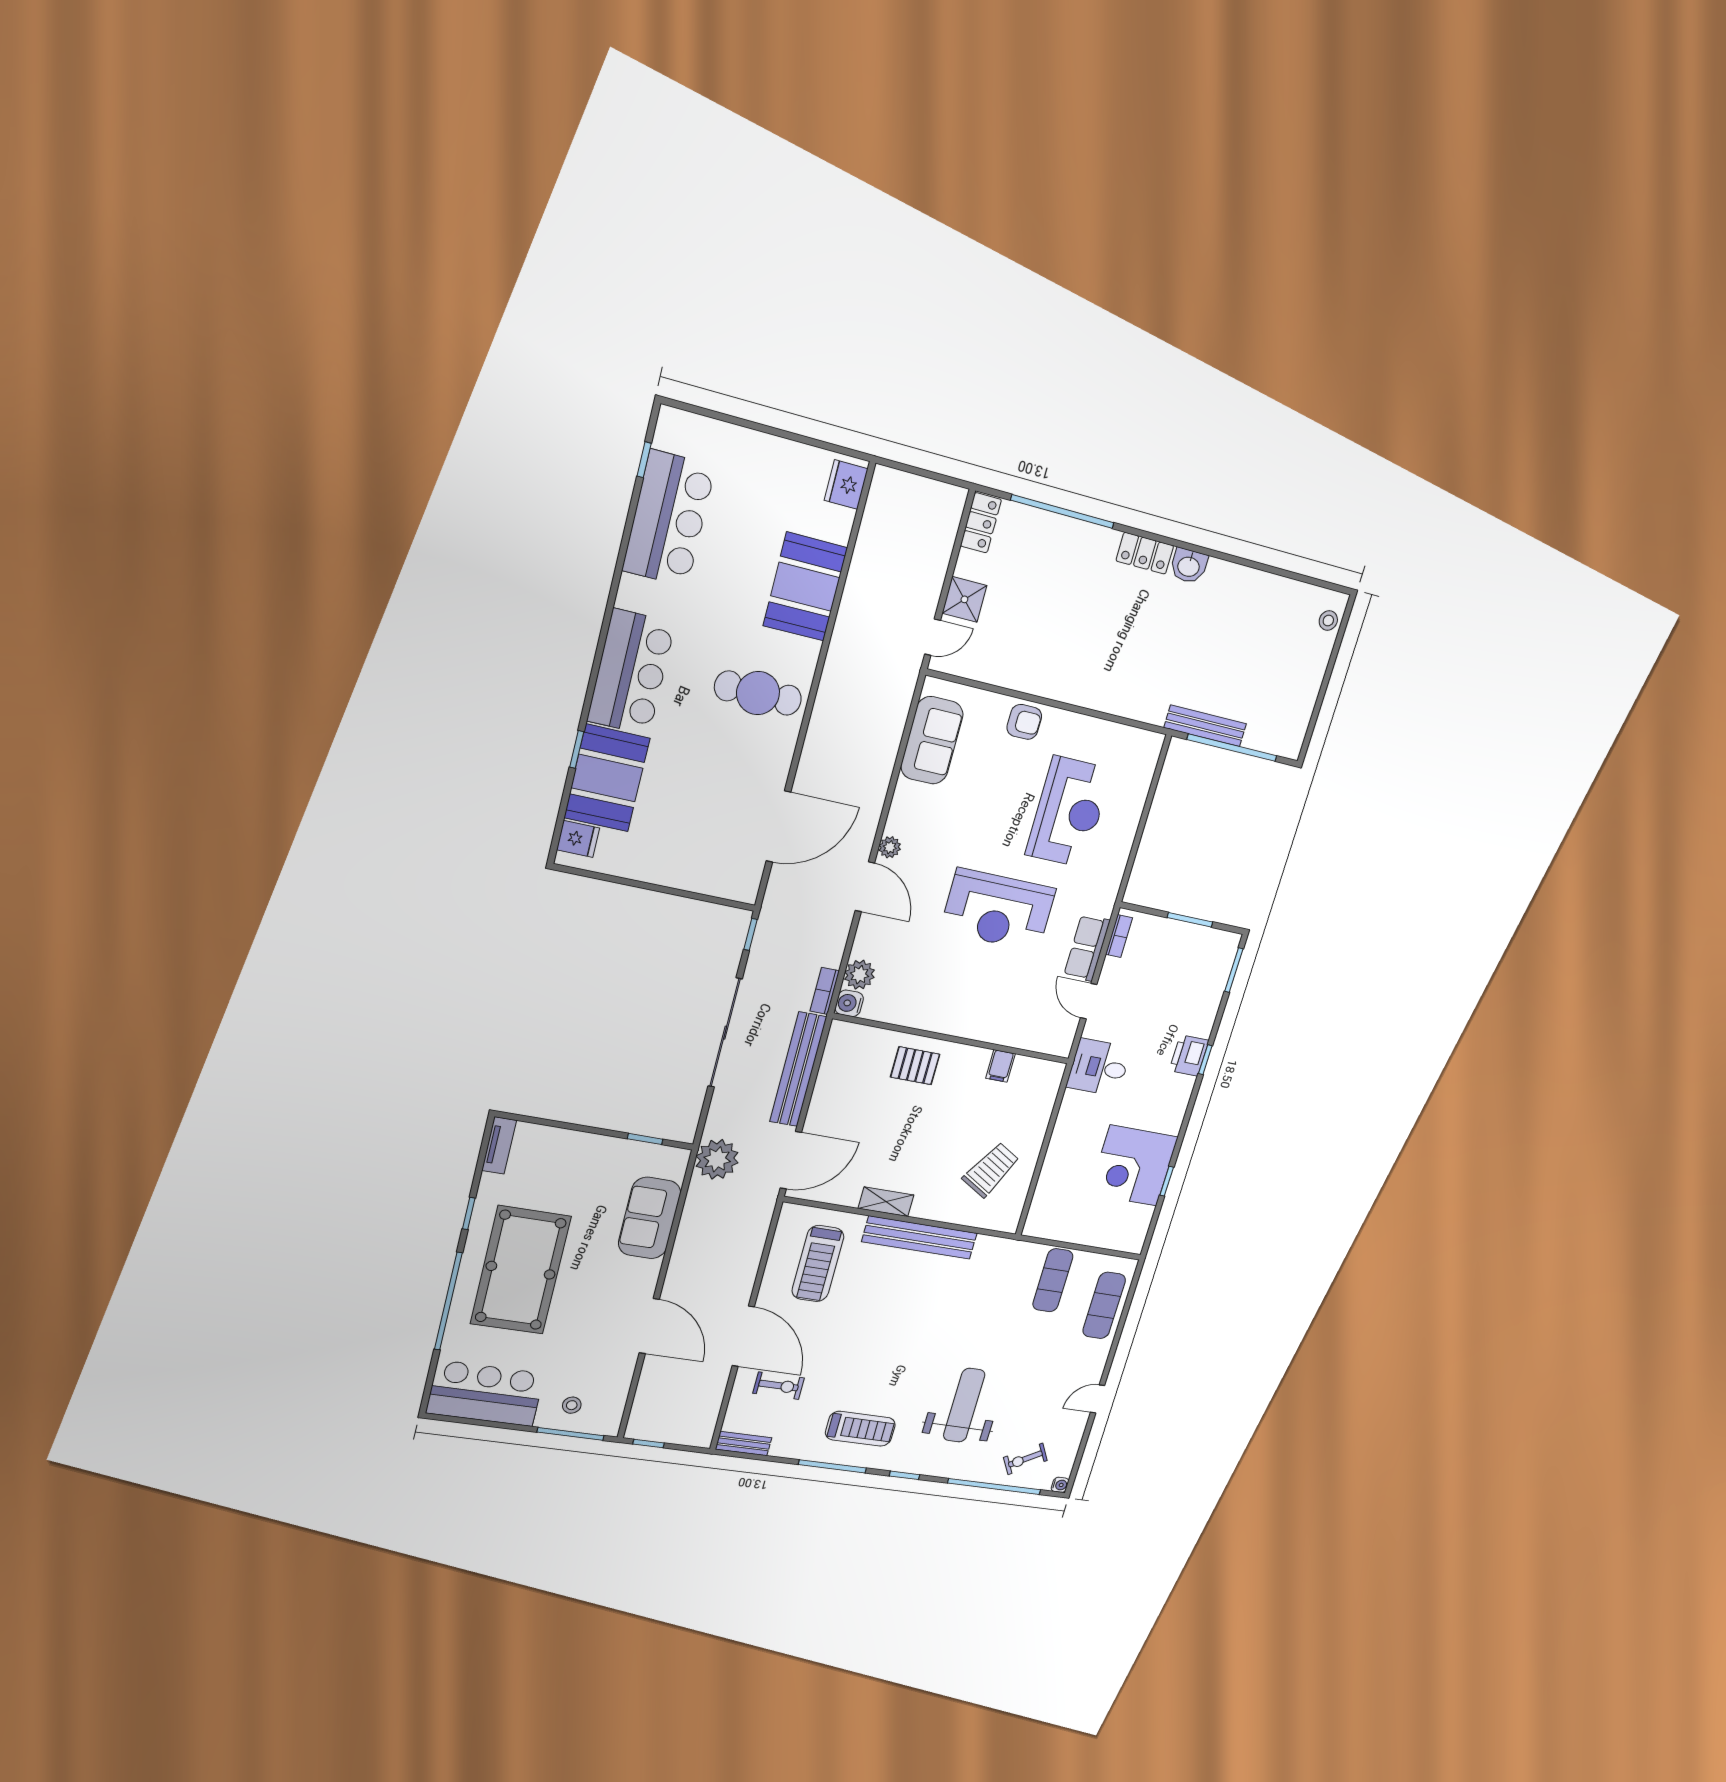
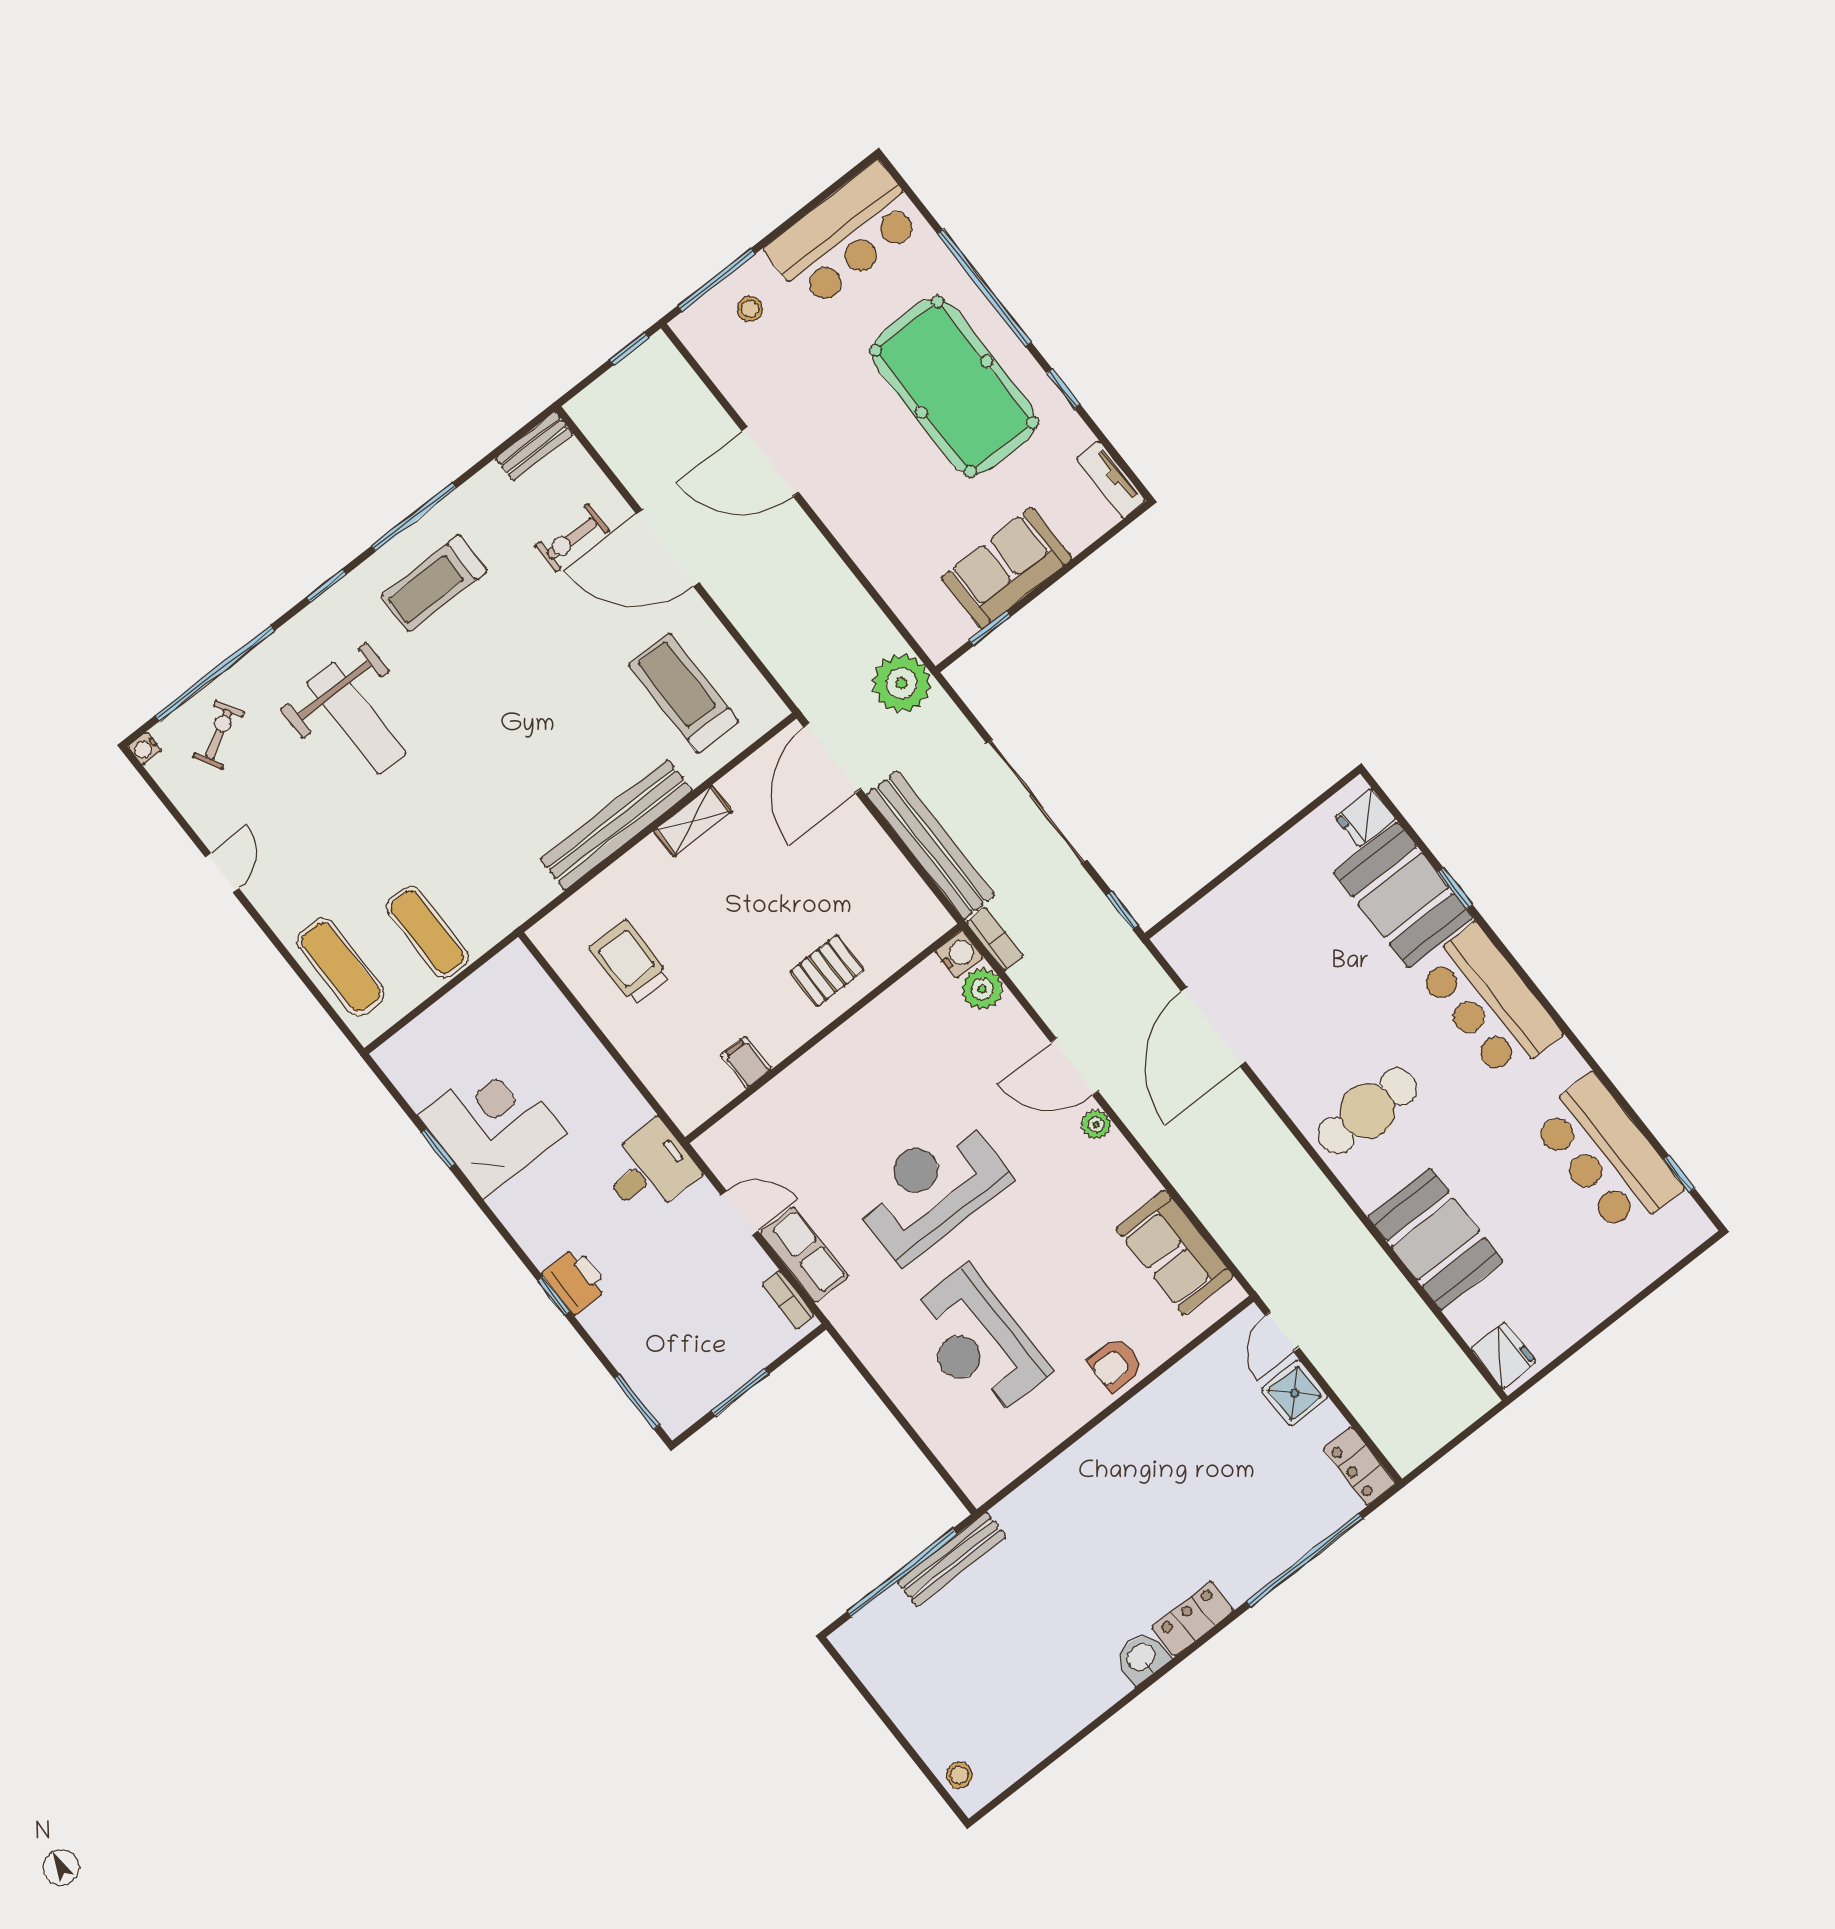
trolley: (991, 1170) -> (630, 962), turned 150
sofa: (649, 1218) -> (1007, 568), moved, turned -90

